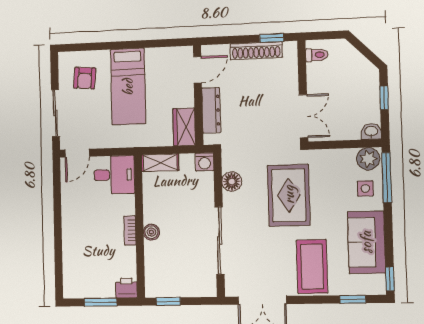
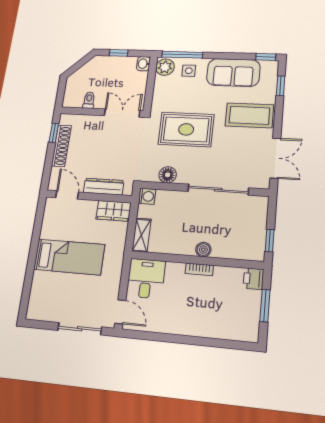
toilet: (317, 55) -> (89, 100), moved
armchair: (85, 78) -> (53, 296), removed

